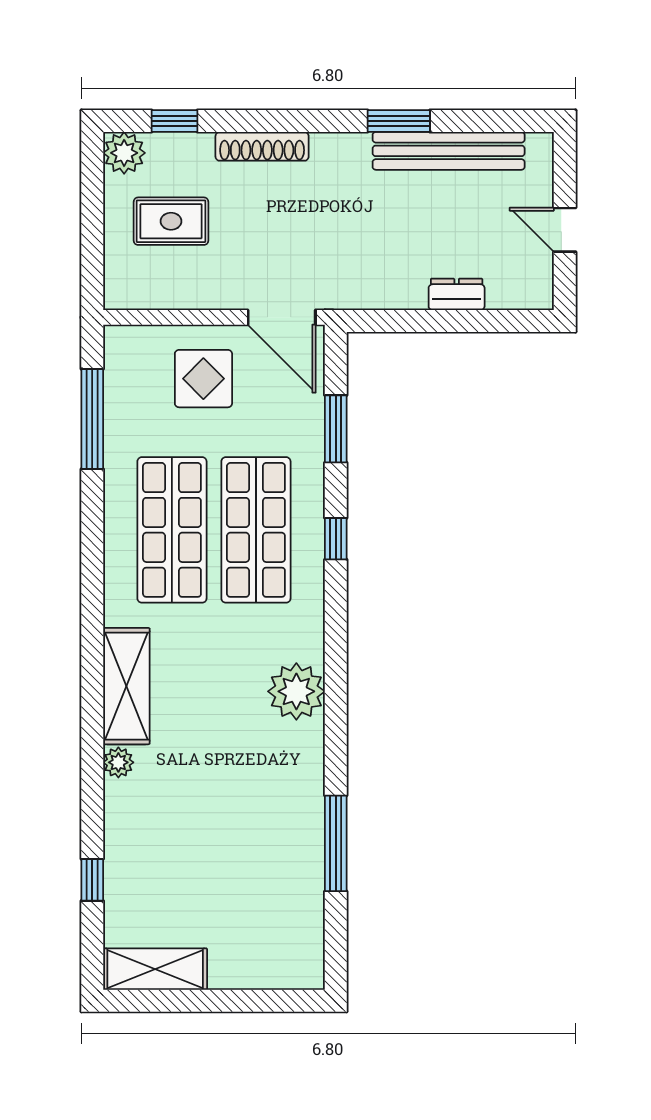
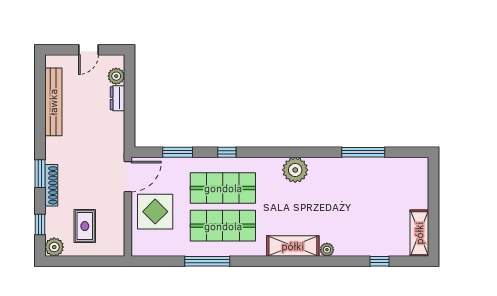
window: (399, 121) -> (40, 174), moved
plant: (506, 291) -> (116, 76), added
display table: (203, 379) -> (155, 212), width x1.36, depth x1.36
window: (92, 419) -> (207, 261), moved

